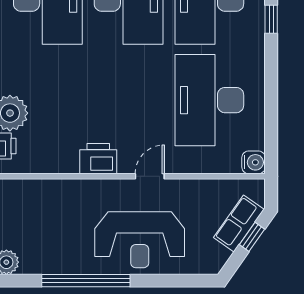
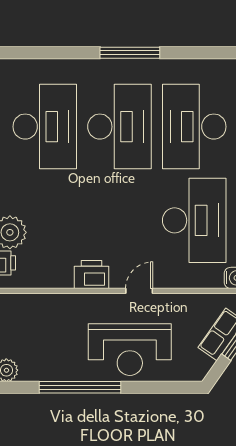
desk: (209, 100) -> (194, 220), turned 180

